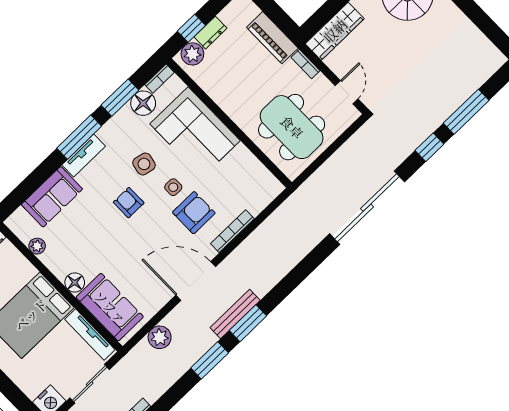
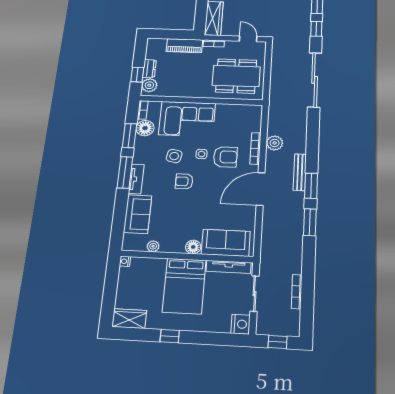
armchair: (194, 213) -> (225, 157), turned 90
bench: (235, 314) -> (300, 172), moved
plant: (160, 337) -> (275, 143), moved

